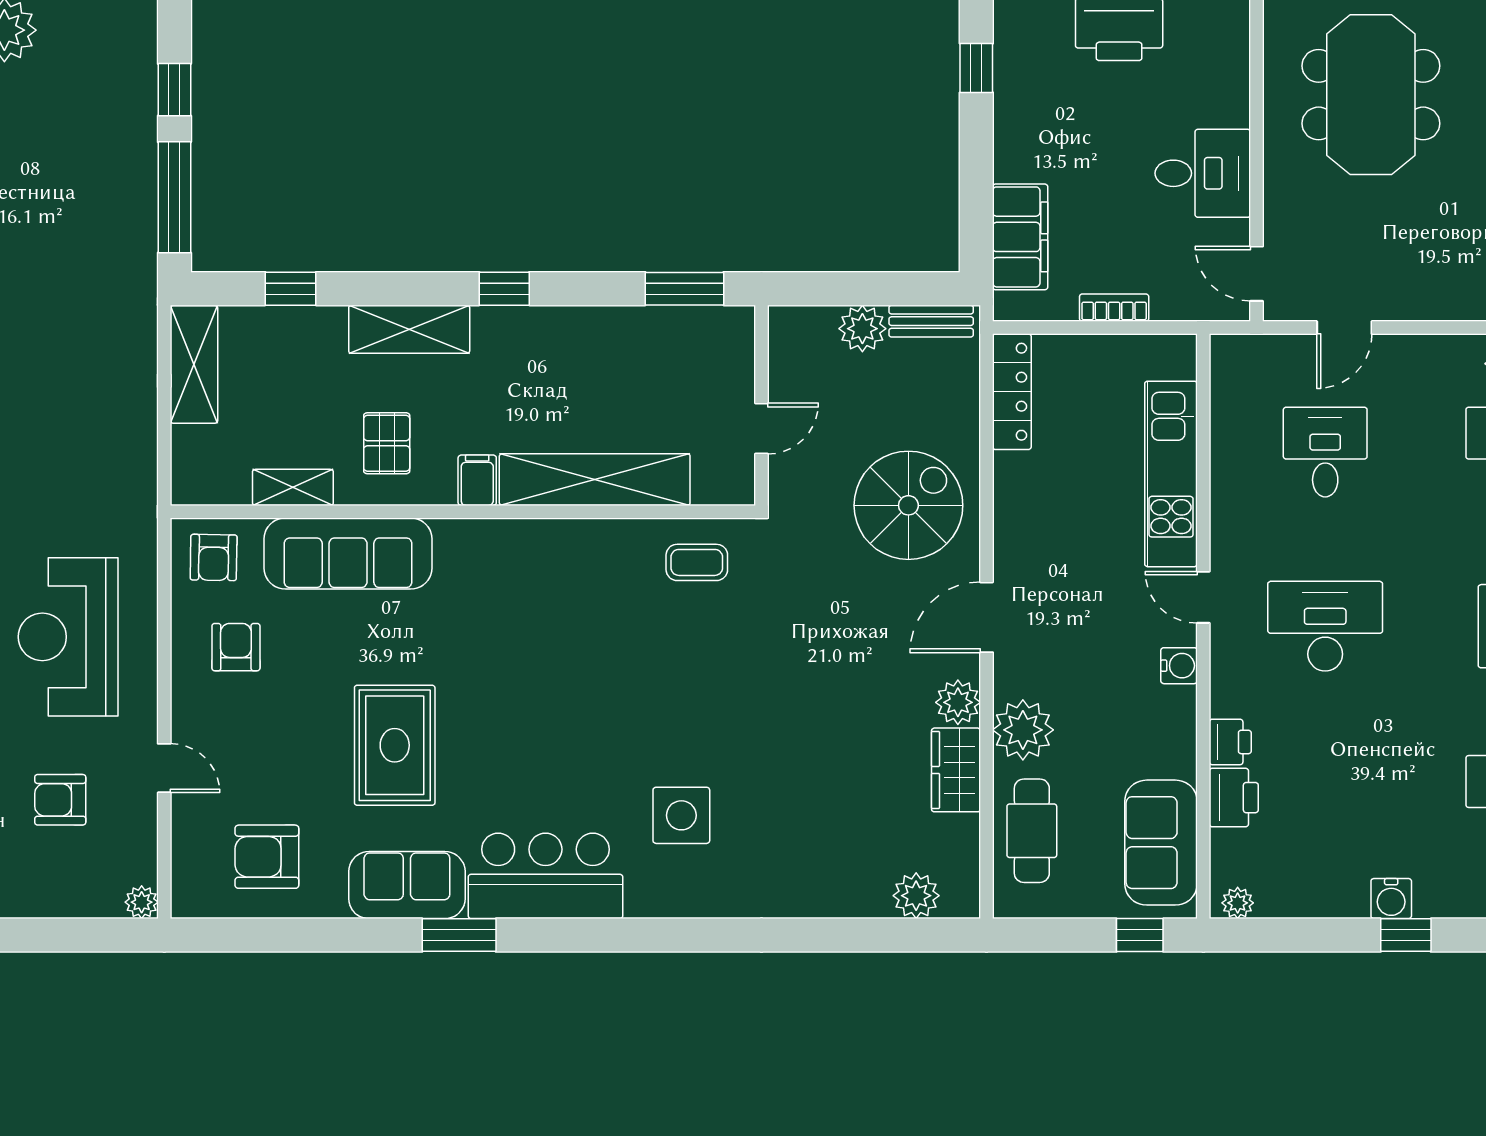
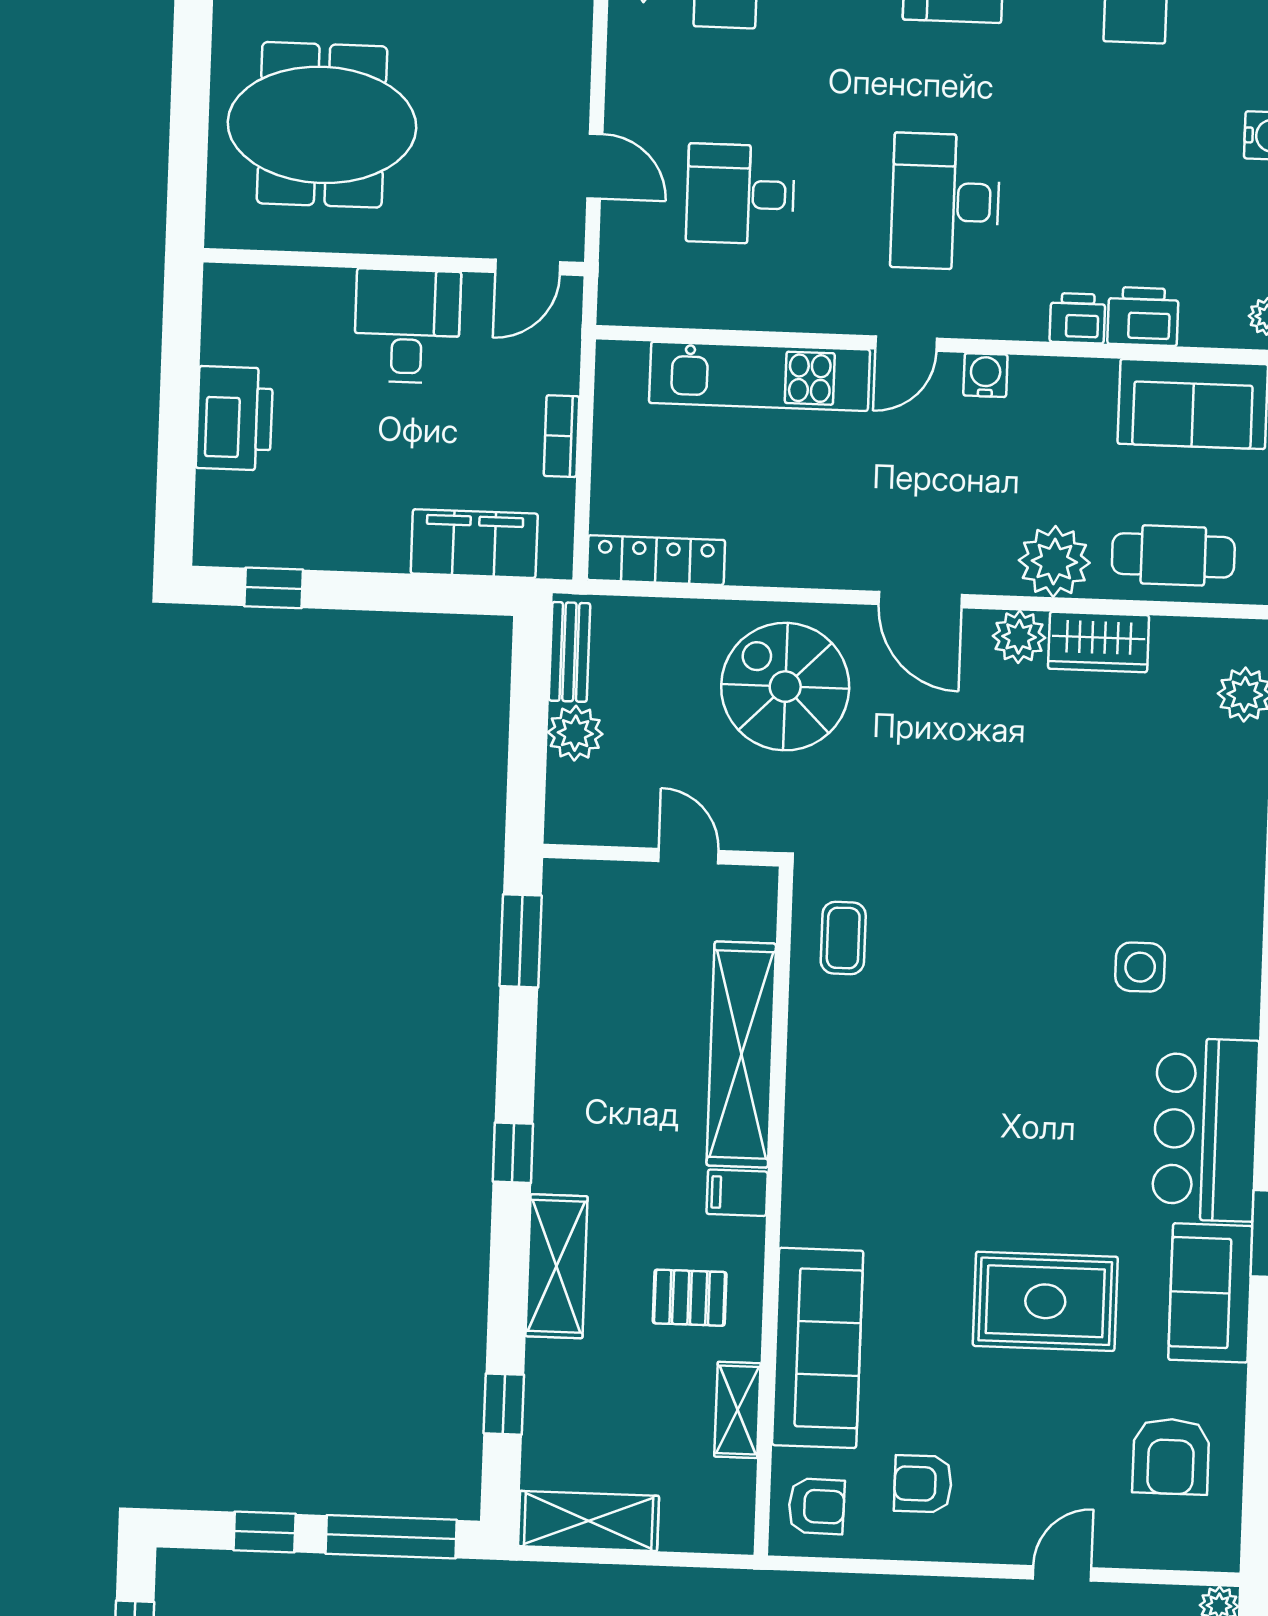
side table: (681, 815) -> (1140, 967), width x0.73, depth x0.73

